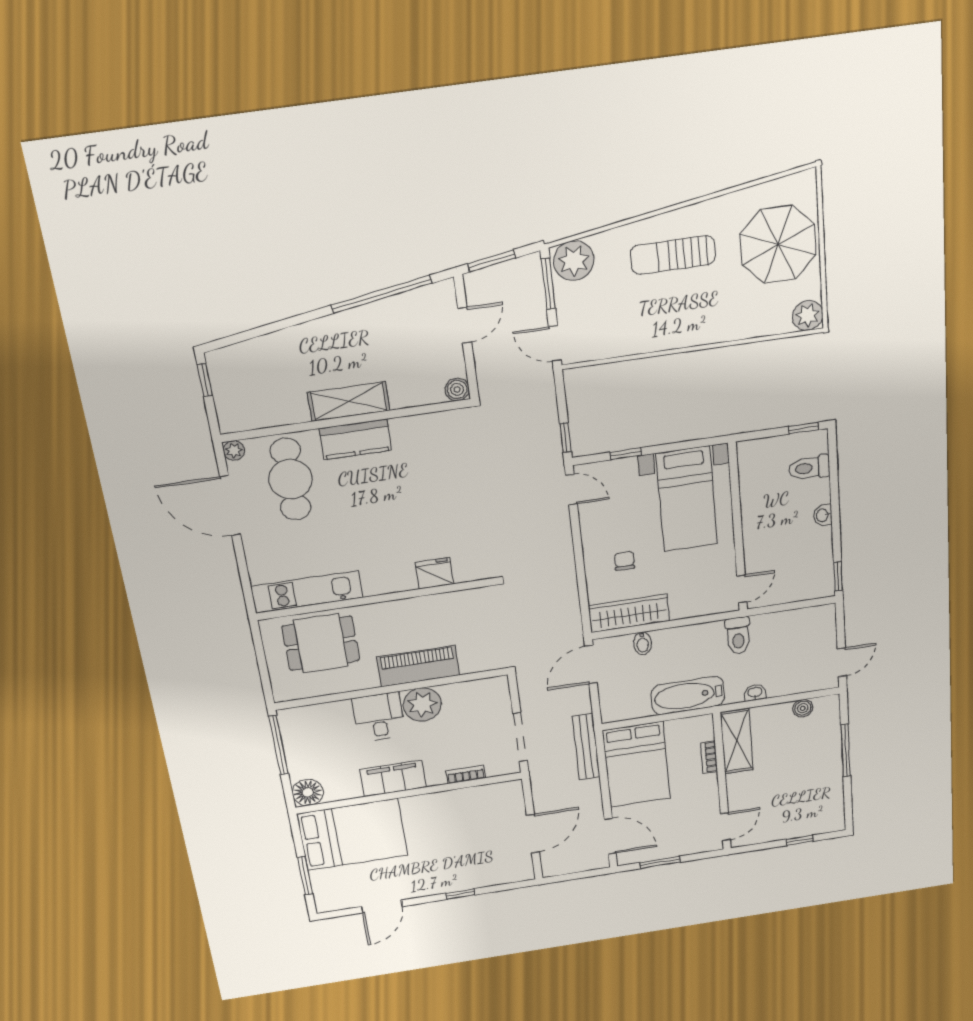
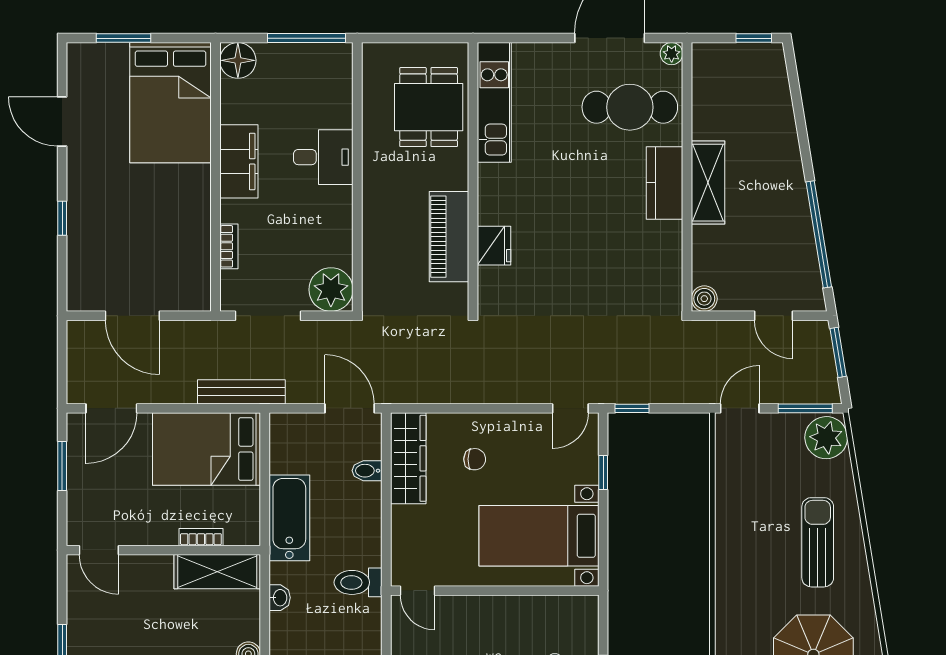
piano: (418, 666) -> (449, 237), moved, turned 180
plant: (422, 705) -> (331, 290), moved

